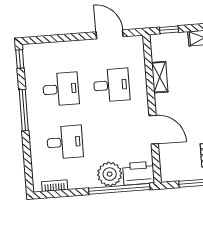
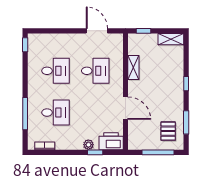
window: (24, 110) -> (25, 114), moved
plant: (110, 174) -> (88, 145), width x0.53, depth x0.53
window: (119, 189) -> (95, 152), width x0.32

